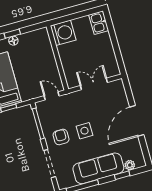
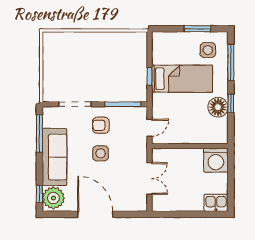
floor lamp: (13, 41) -> (218, 107), width x1.89, depth x1.89
armchair: (61, 137) -> (101, 125), turned 180
plant: (130, 165) -> (53, 198), width x1.87, depth x1.87
window: (122, 175) -> (39, 194), moved

